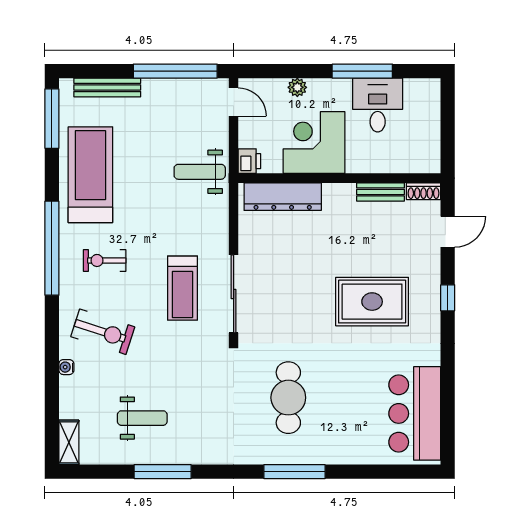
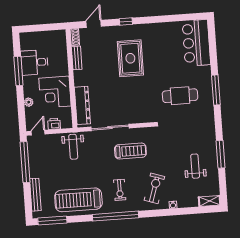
printer: (249, 161) -> (54, 124), moved
door: (448, 232) -> (94, 24), hinge flipped
sliding door: (234, 294) -> (110, 128), moved
bar counter: (415, 413) -> (196, 43), moved, turned 90

